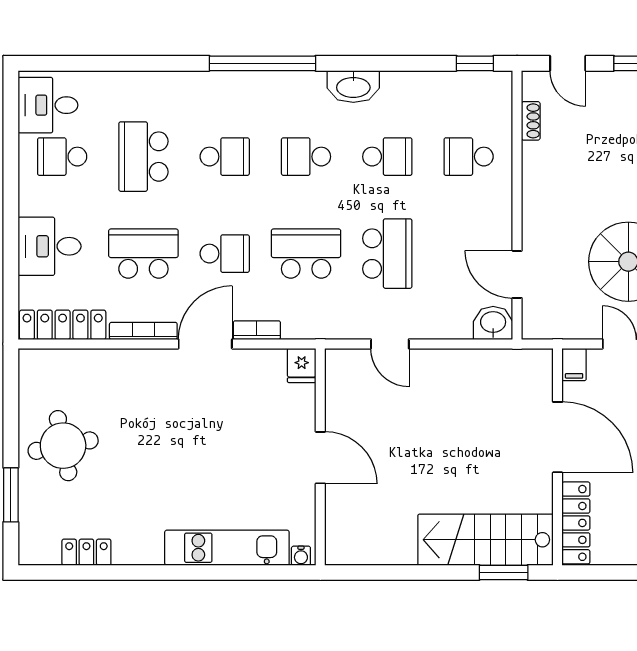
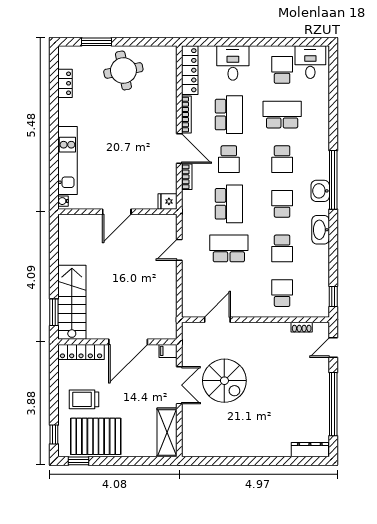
school desk: (387, 254) -> (229, 248), turned 180
washbasin: (493, 323) -> (320, 191), moved, turned 180

